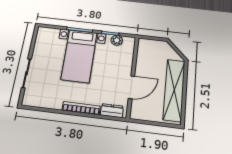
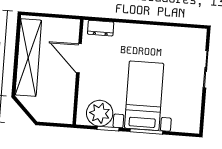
plant: (117, 40) -> (100, 113), width x1.88, depth x1.88
door: (131, 87) -> (79, 58), hinge flipped
bookcase: (81, 108) -> (137, 29), removed

